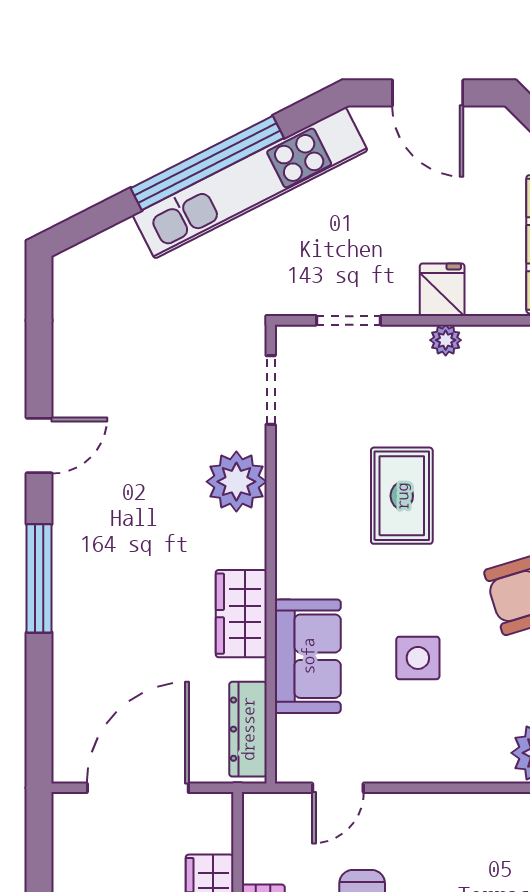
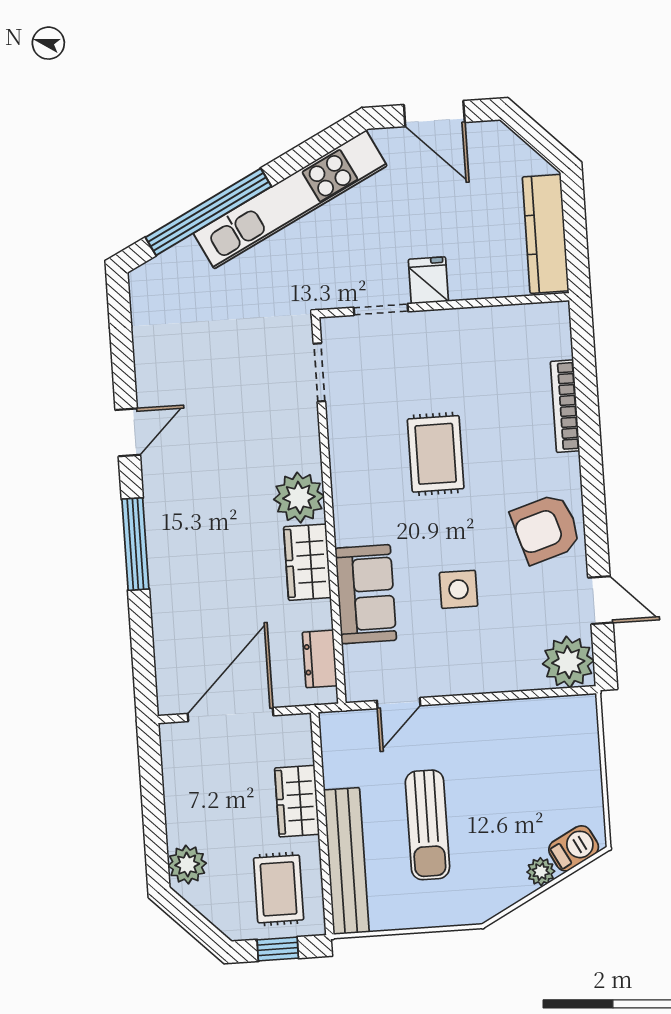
window: (207, 163) -> (208, 212), moved
fridge: (442, 290) -> (428, 280), moved
plant: (446, 340) -> (464, 320), removed
plant: (236, 482) -> (299, 498), moved
dresser: (248, 729) -> (320, 659), width x0.70

